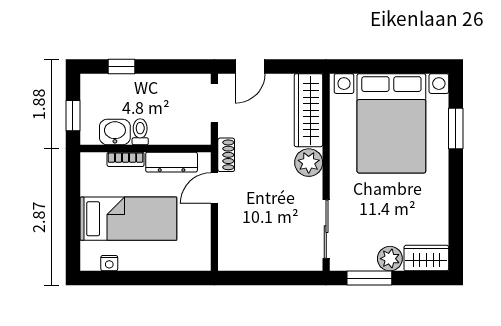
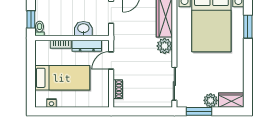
washbasin: (115, 132) -> (83, 29), moved
toilet: (140, 132) -> (40, 29), moved
shoe rack: (226, 155) -> (118, 89), moved

